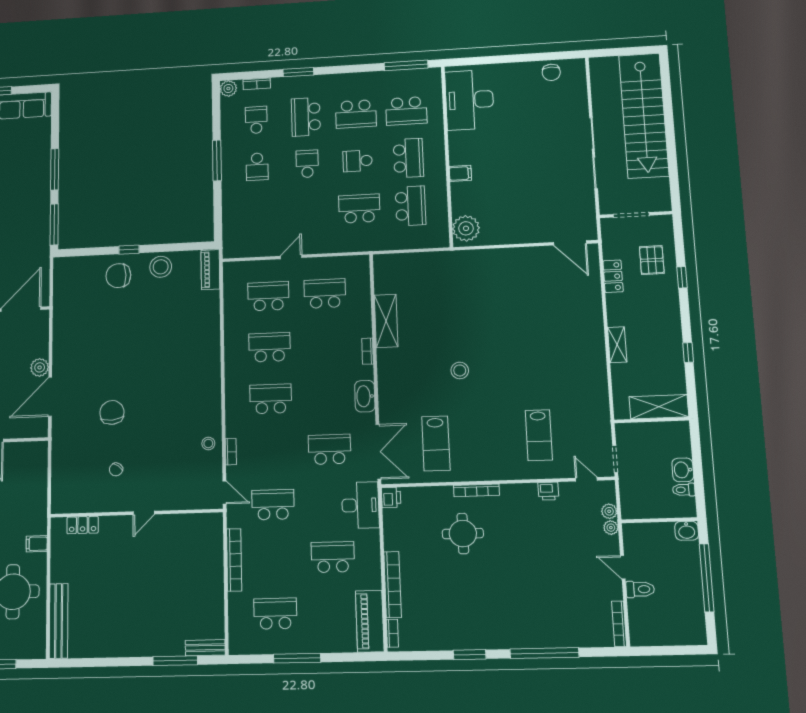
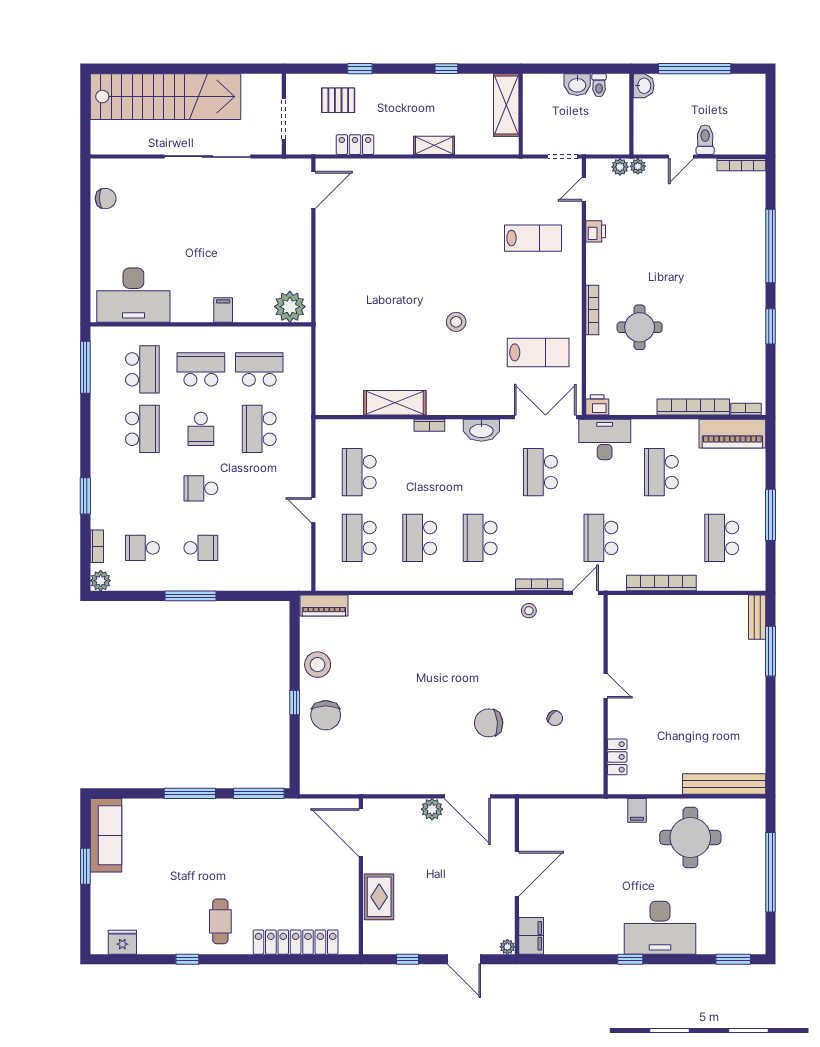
school desk: (306, 117) -> (142, 488), removed
bookcase: (231, 452) -> (539, 585), width x1.56

